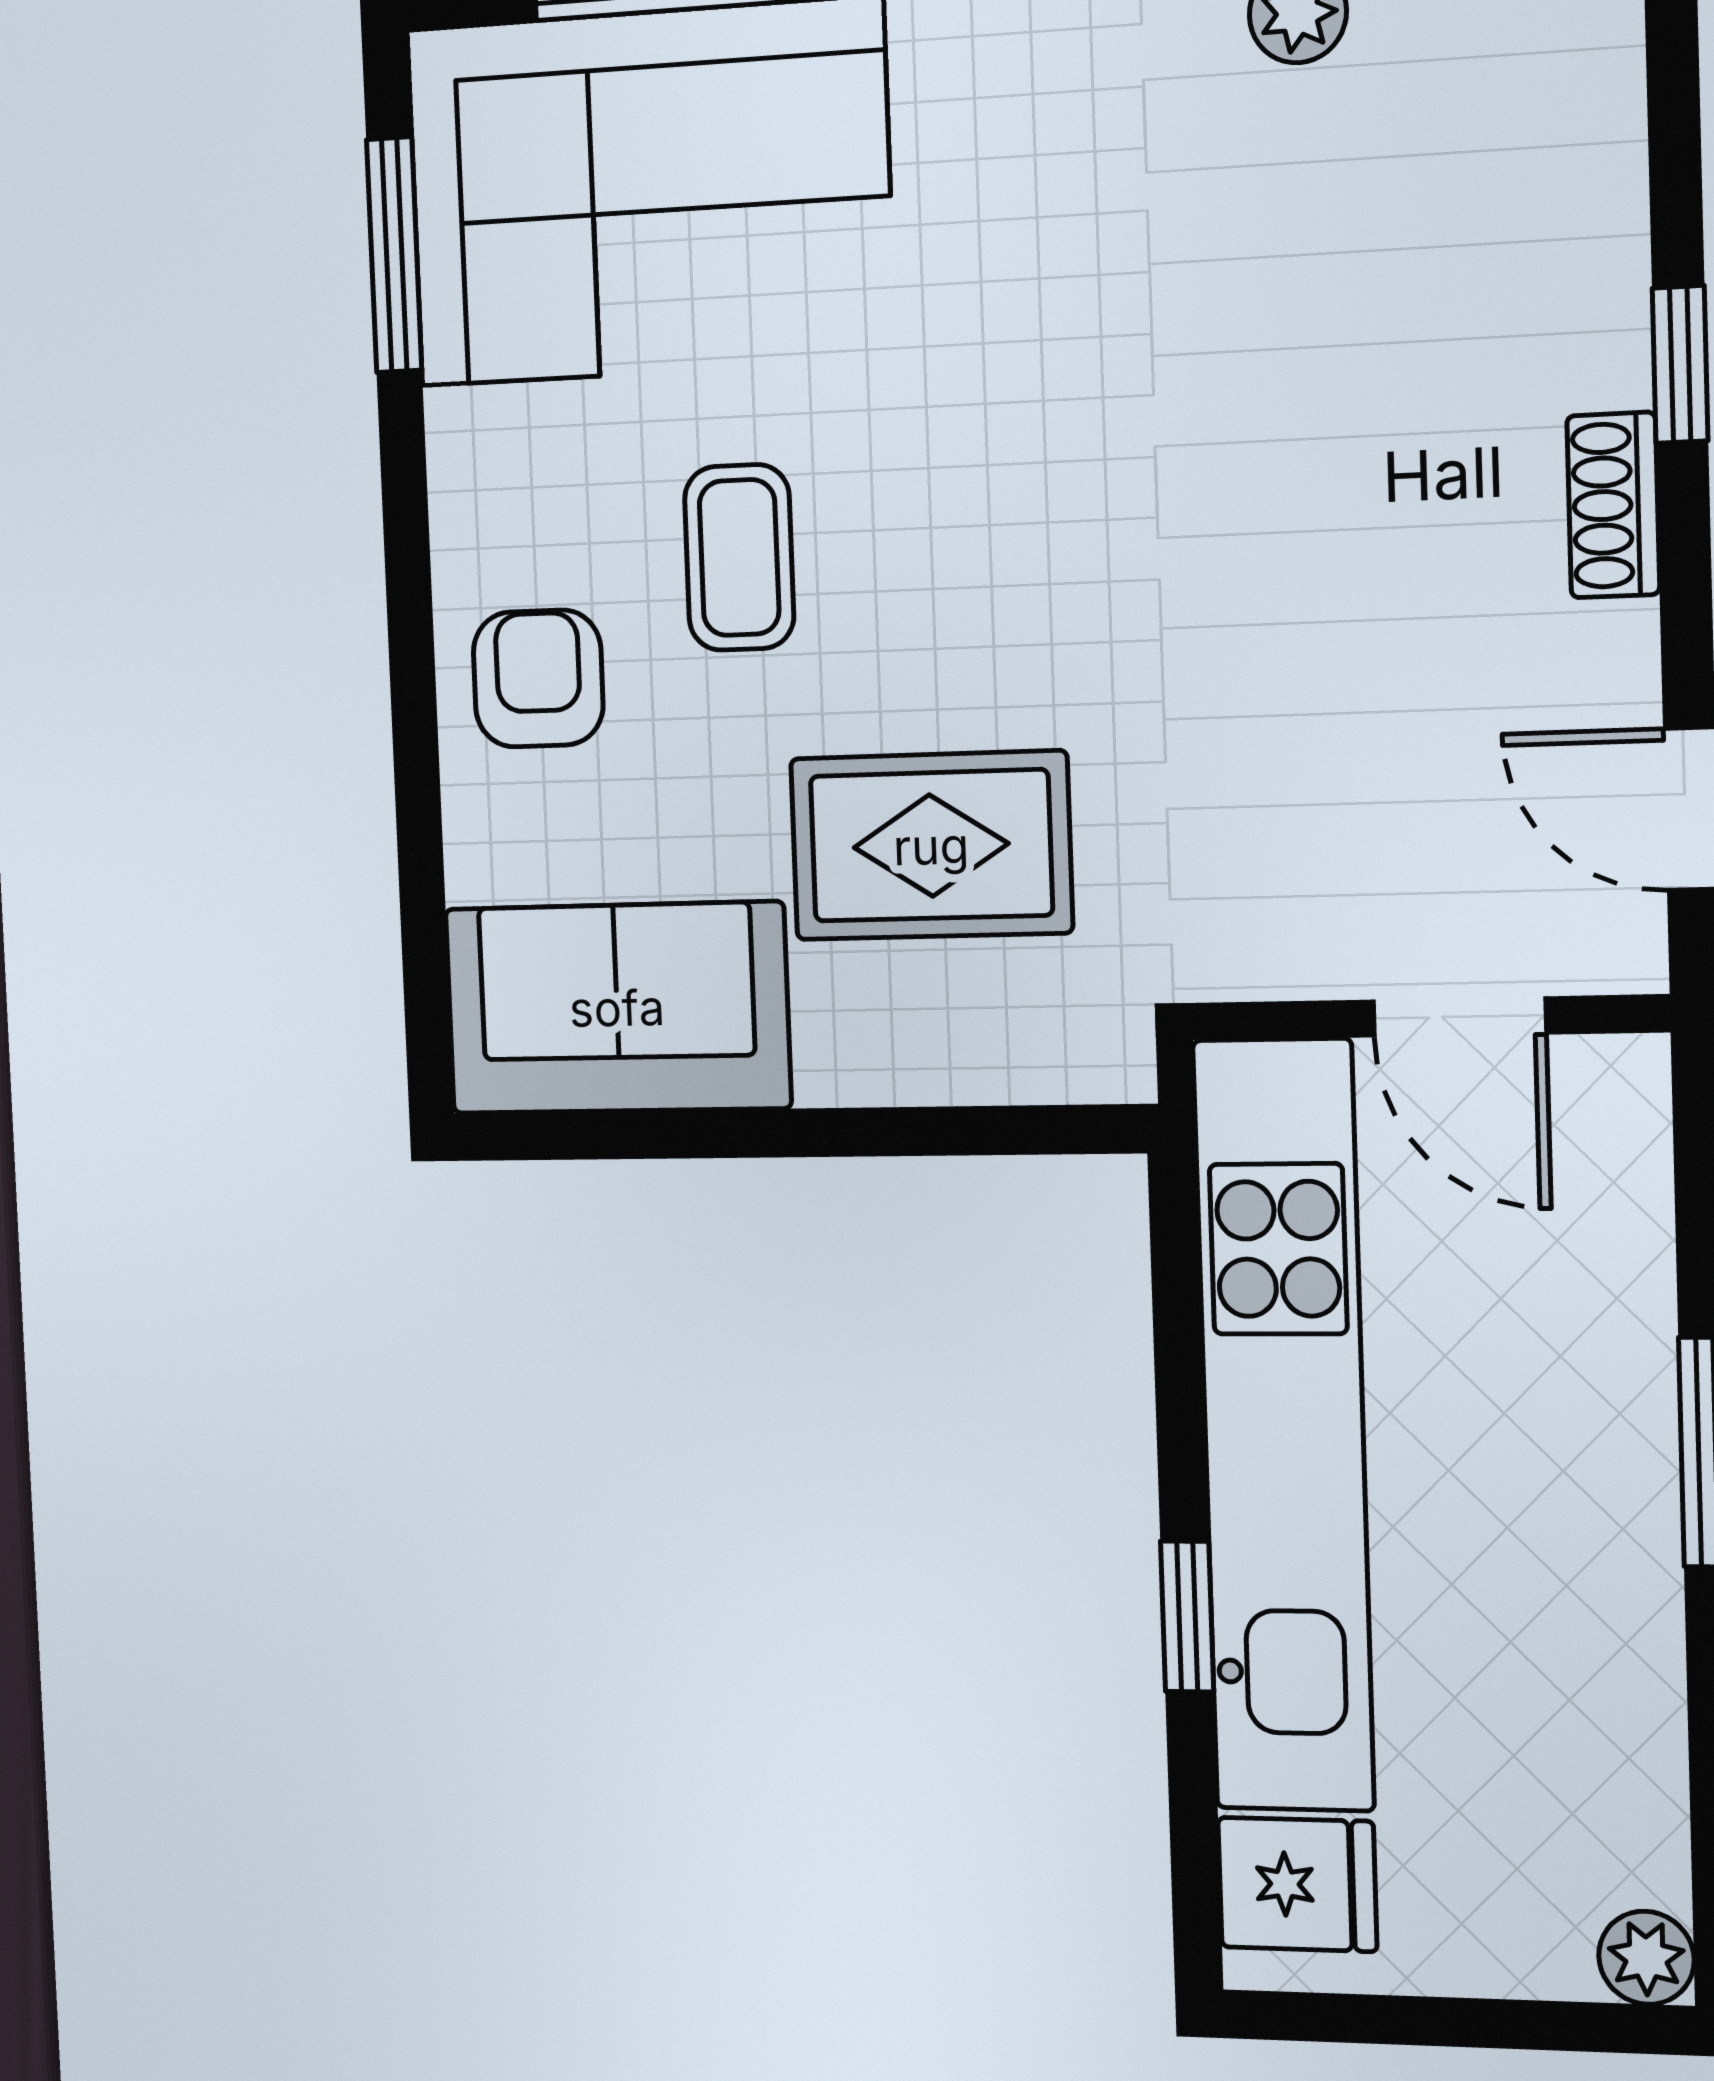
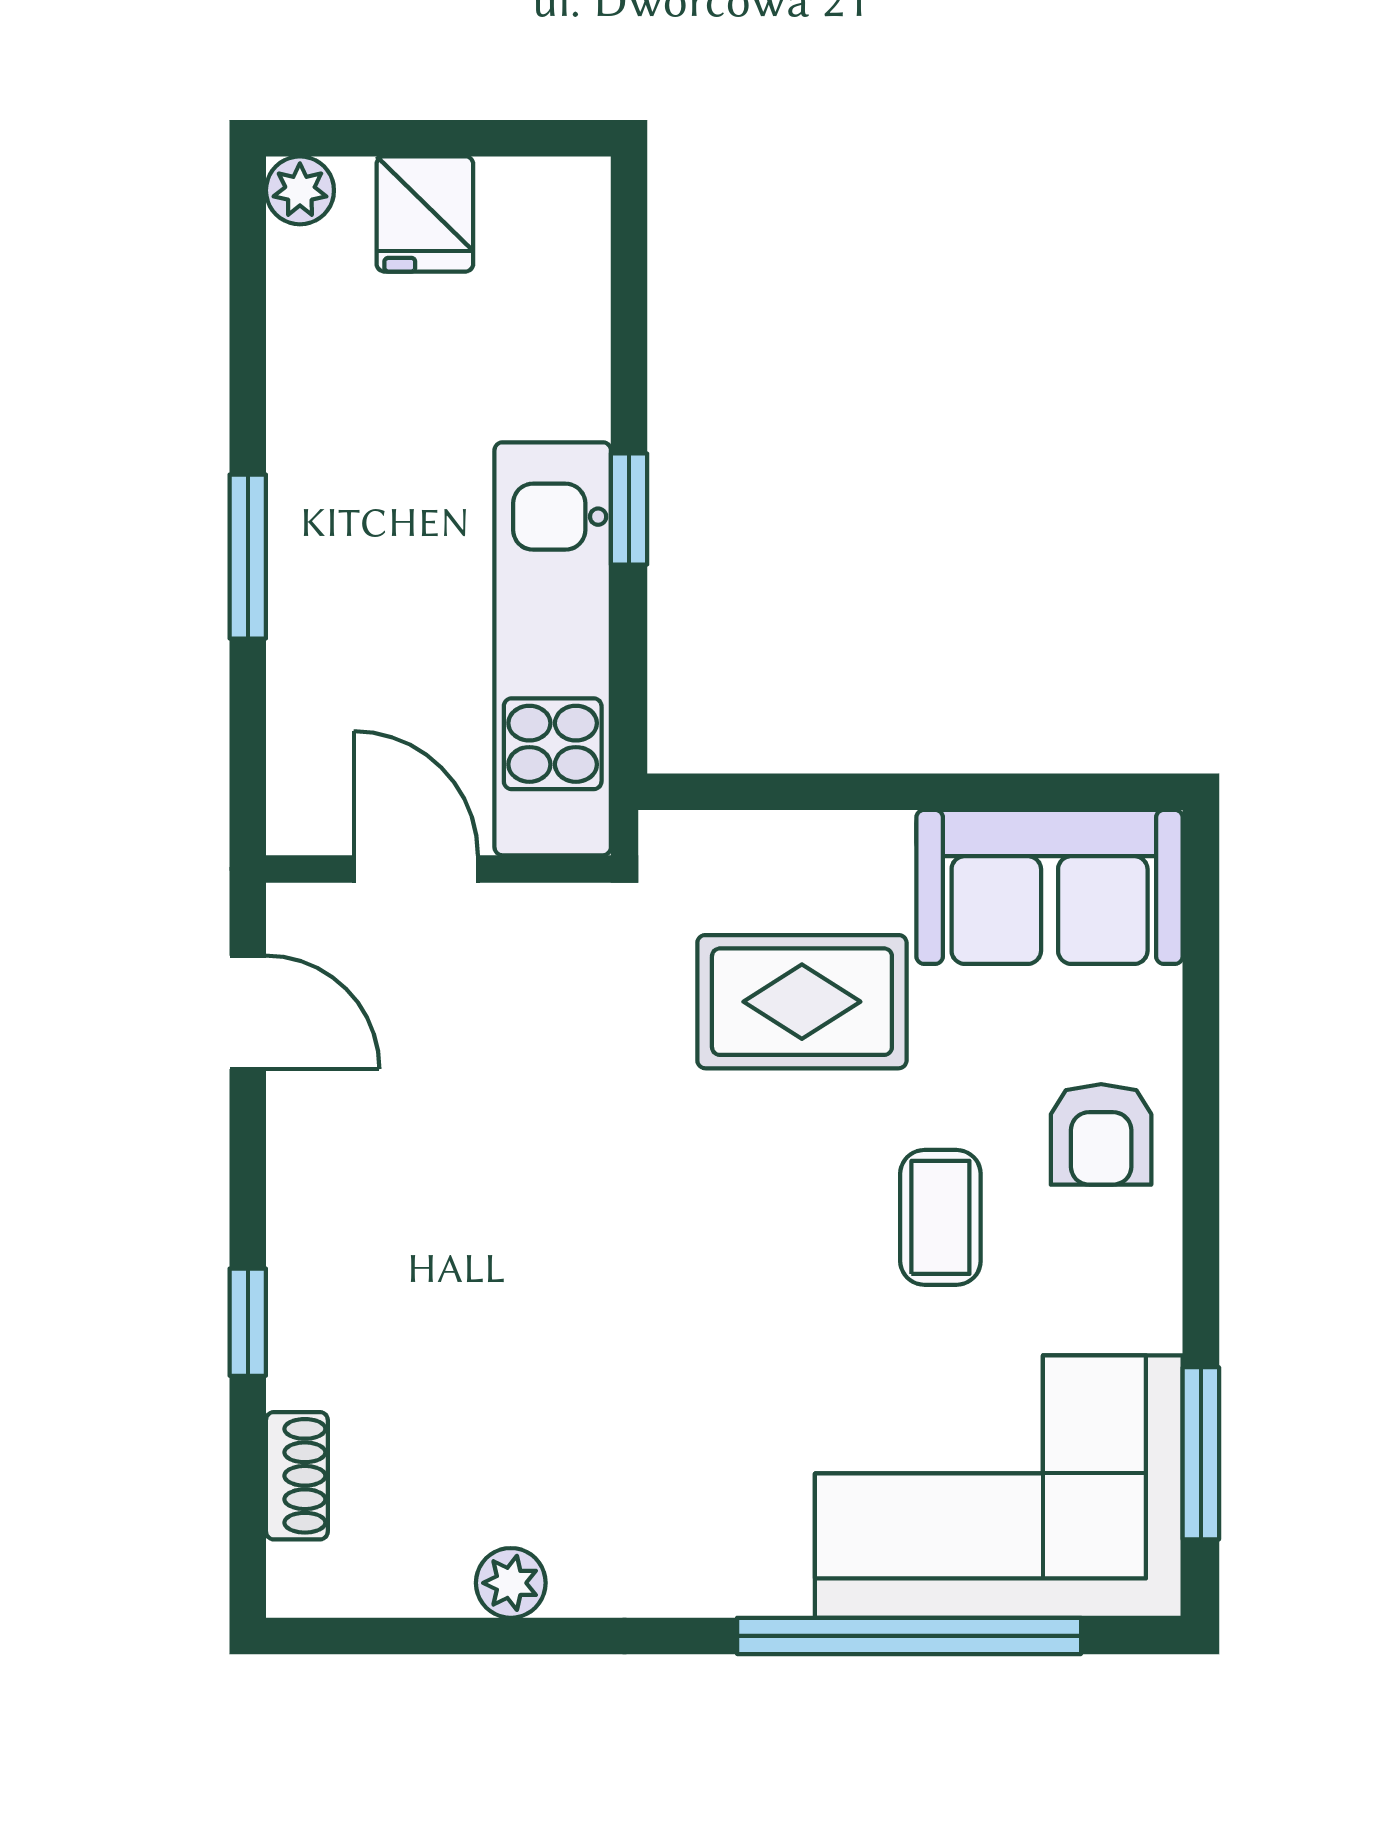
shoe rack: (1613, 505) -> (297, 1476), moved
kitchen unit: (1284, 1427) -> (553, 649), width x0.73
window: (1187, 1616) -> (629, 509), moved
fridge: (1297, 1884) -> (425, 214), moved, turned -90

